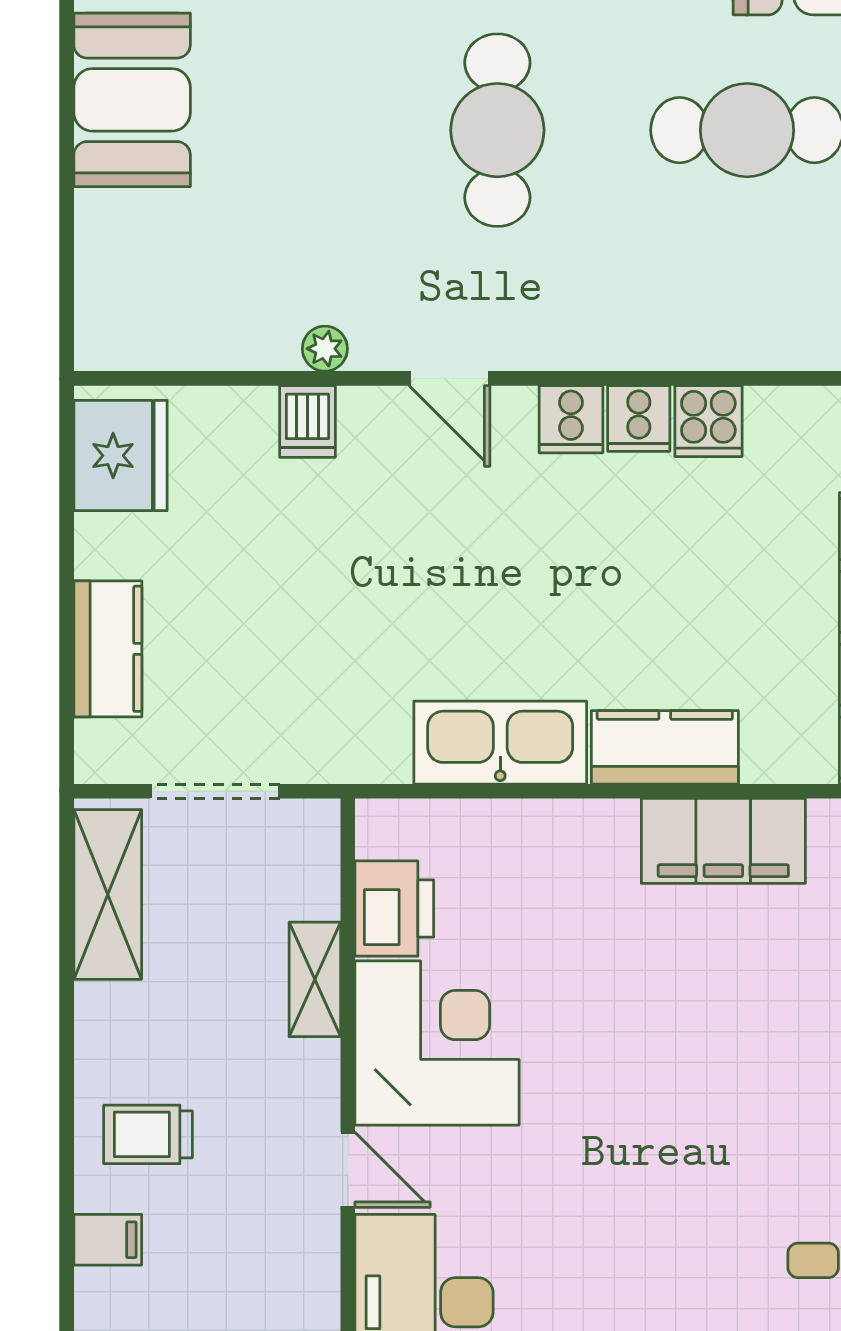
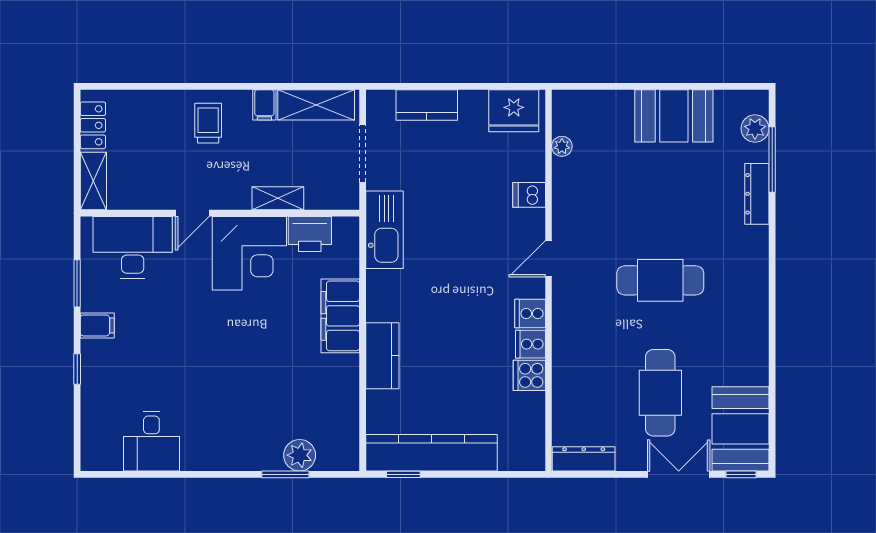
plant: (325, 349) -> (562, 146), moved
kitchen sink: (500, 743) -> (385, 230), moved
filing cabinet: (723, 841) -> (340, 316), moved
filing cabinet: (108, 1240) -> (264, 105), moved

